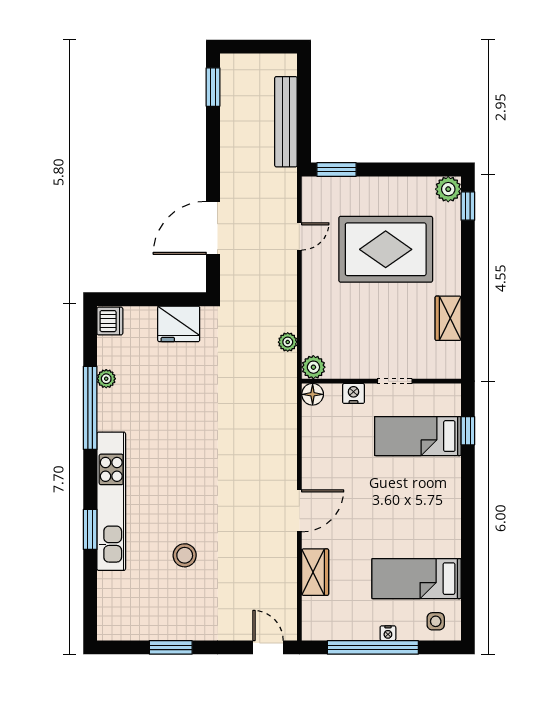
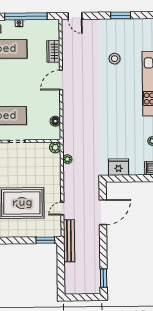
bench: (286, 122) -> (69, 241), moved
nightstand: (354, 393) -> (36, 135), removed
floor lamp: (313, 394) -> (55, 121), moved

